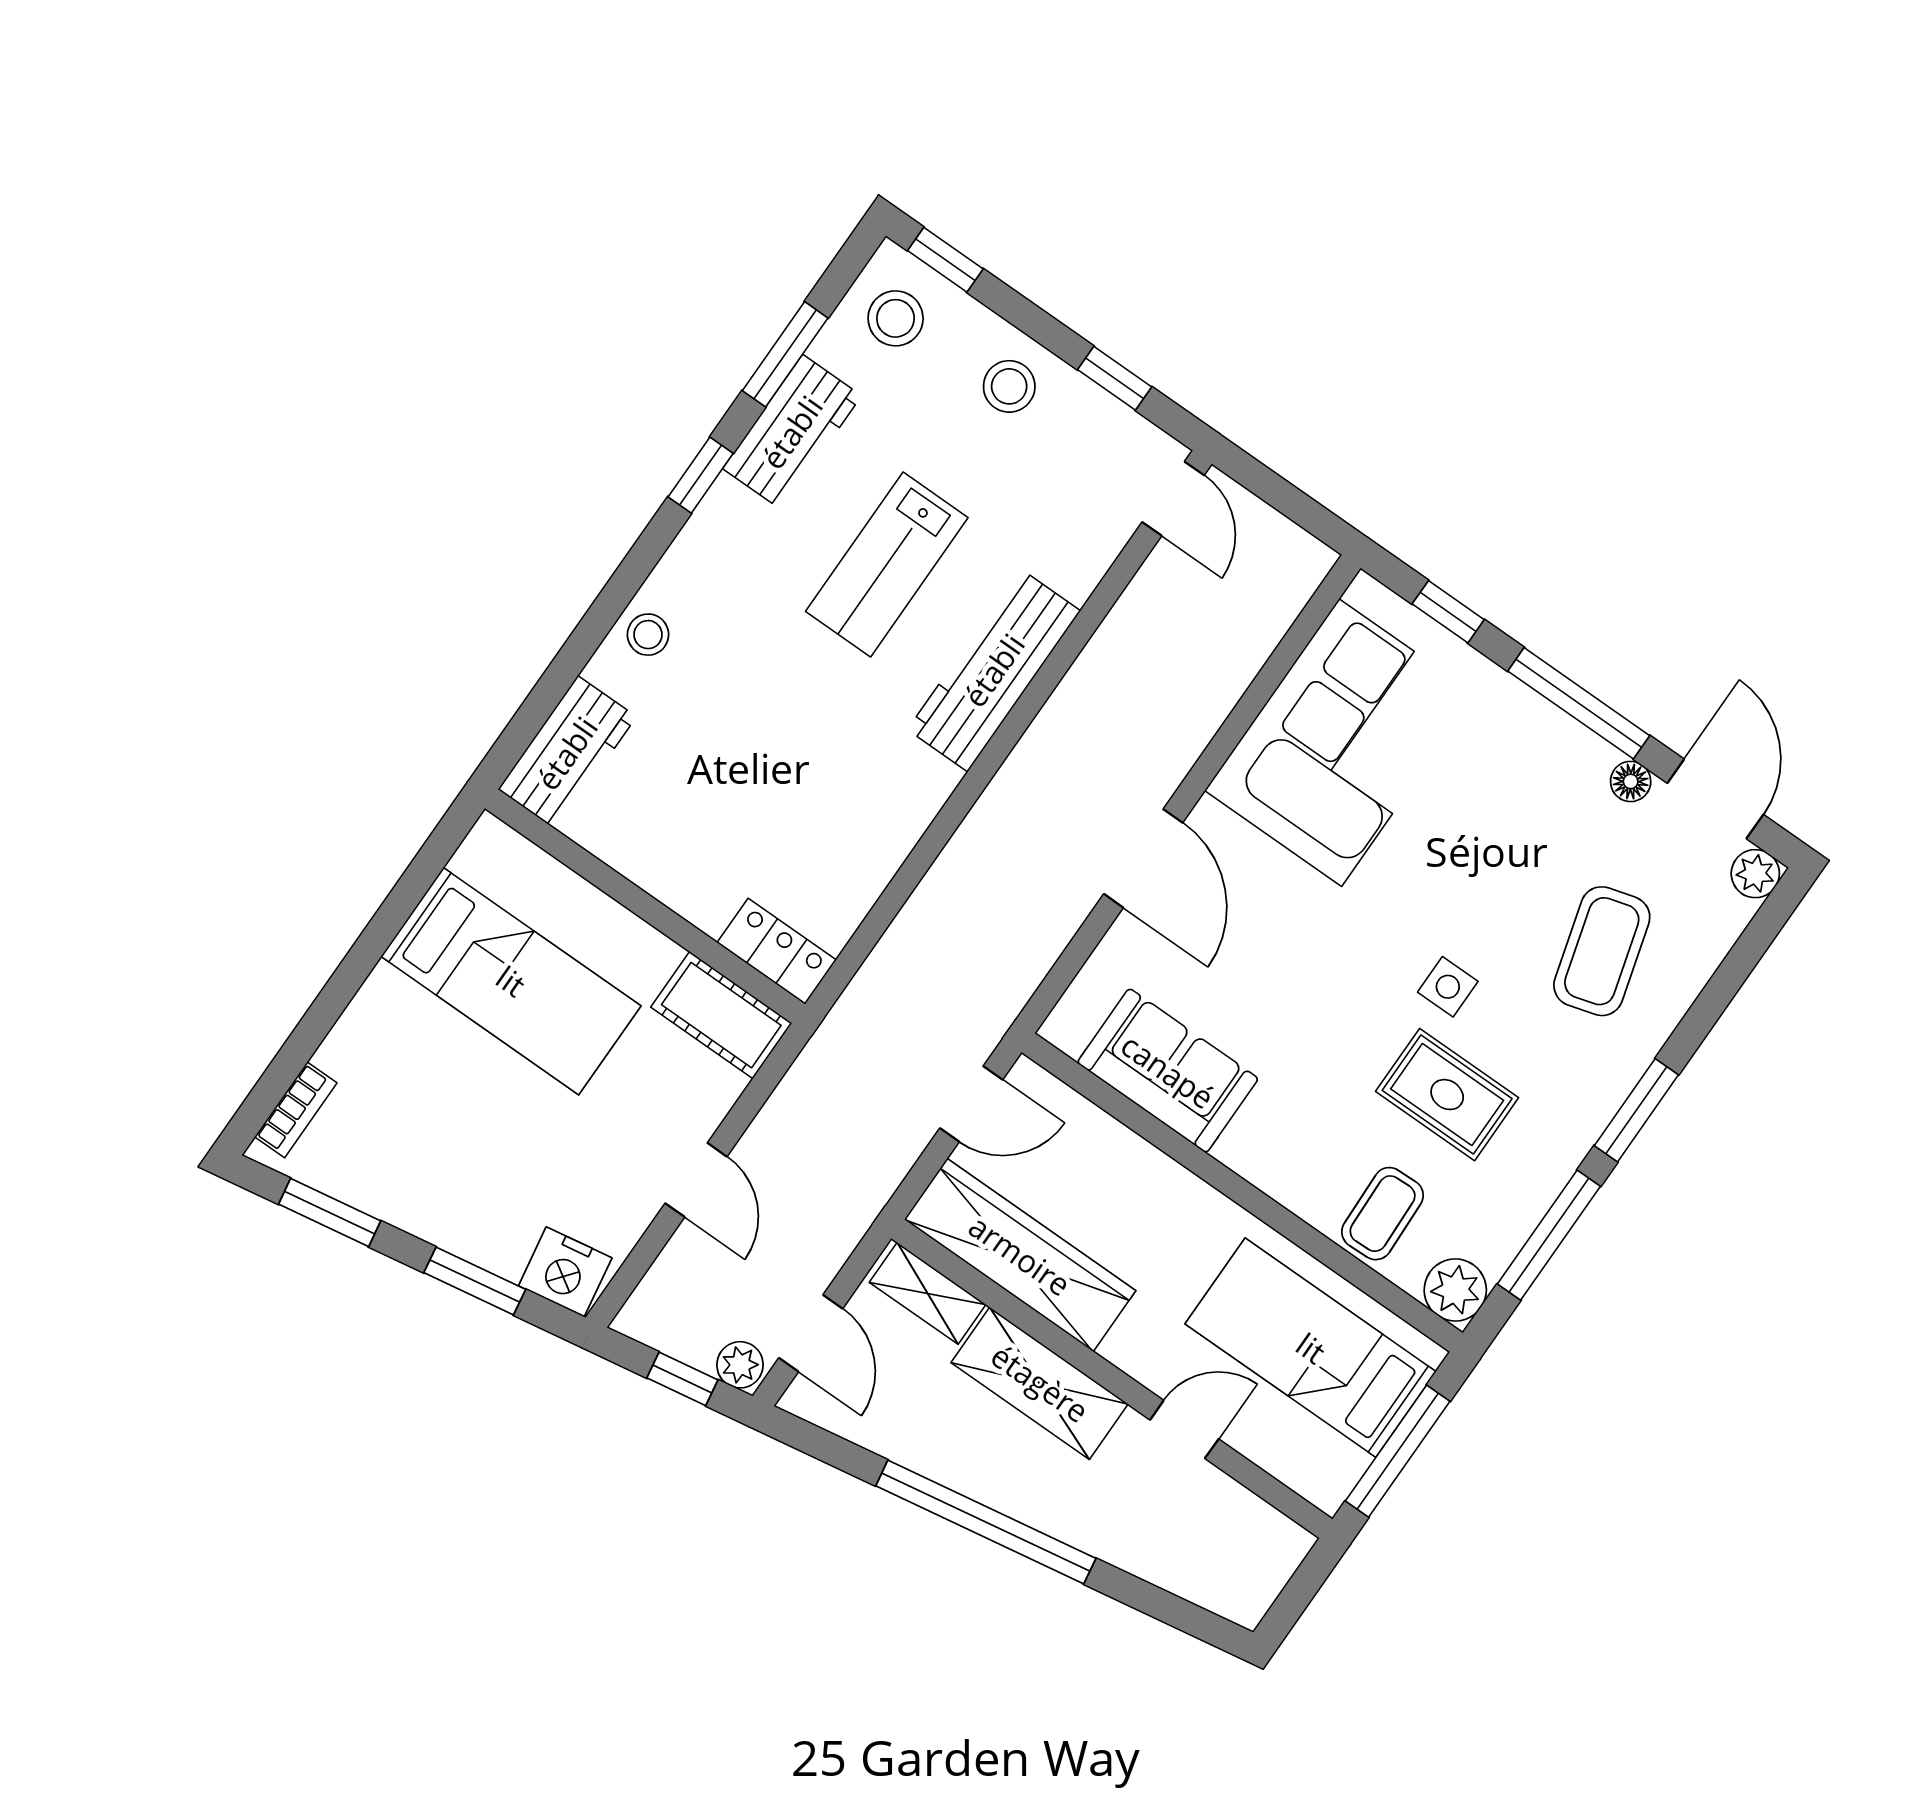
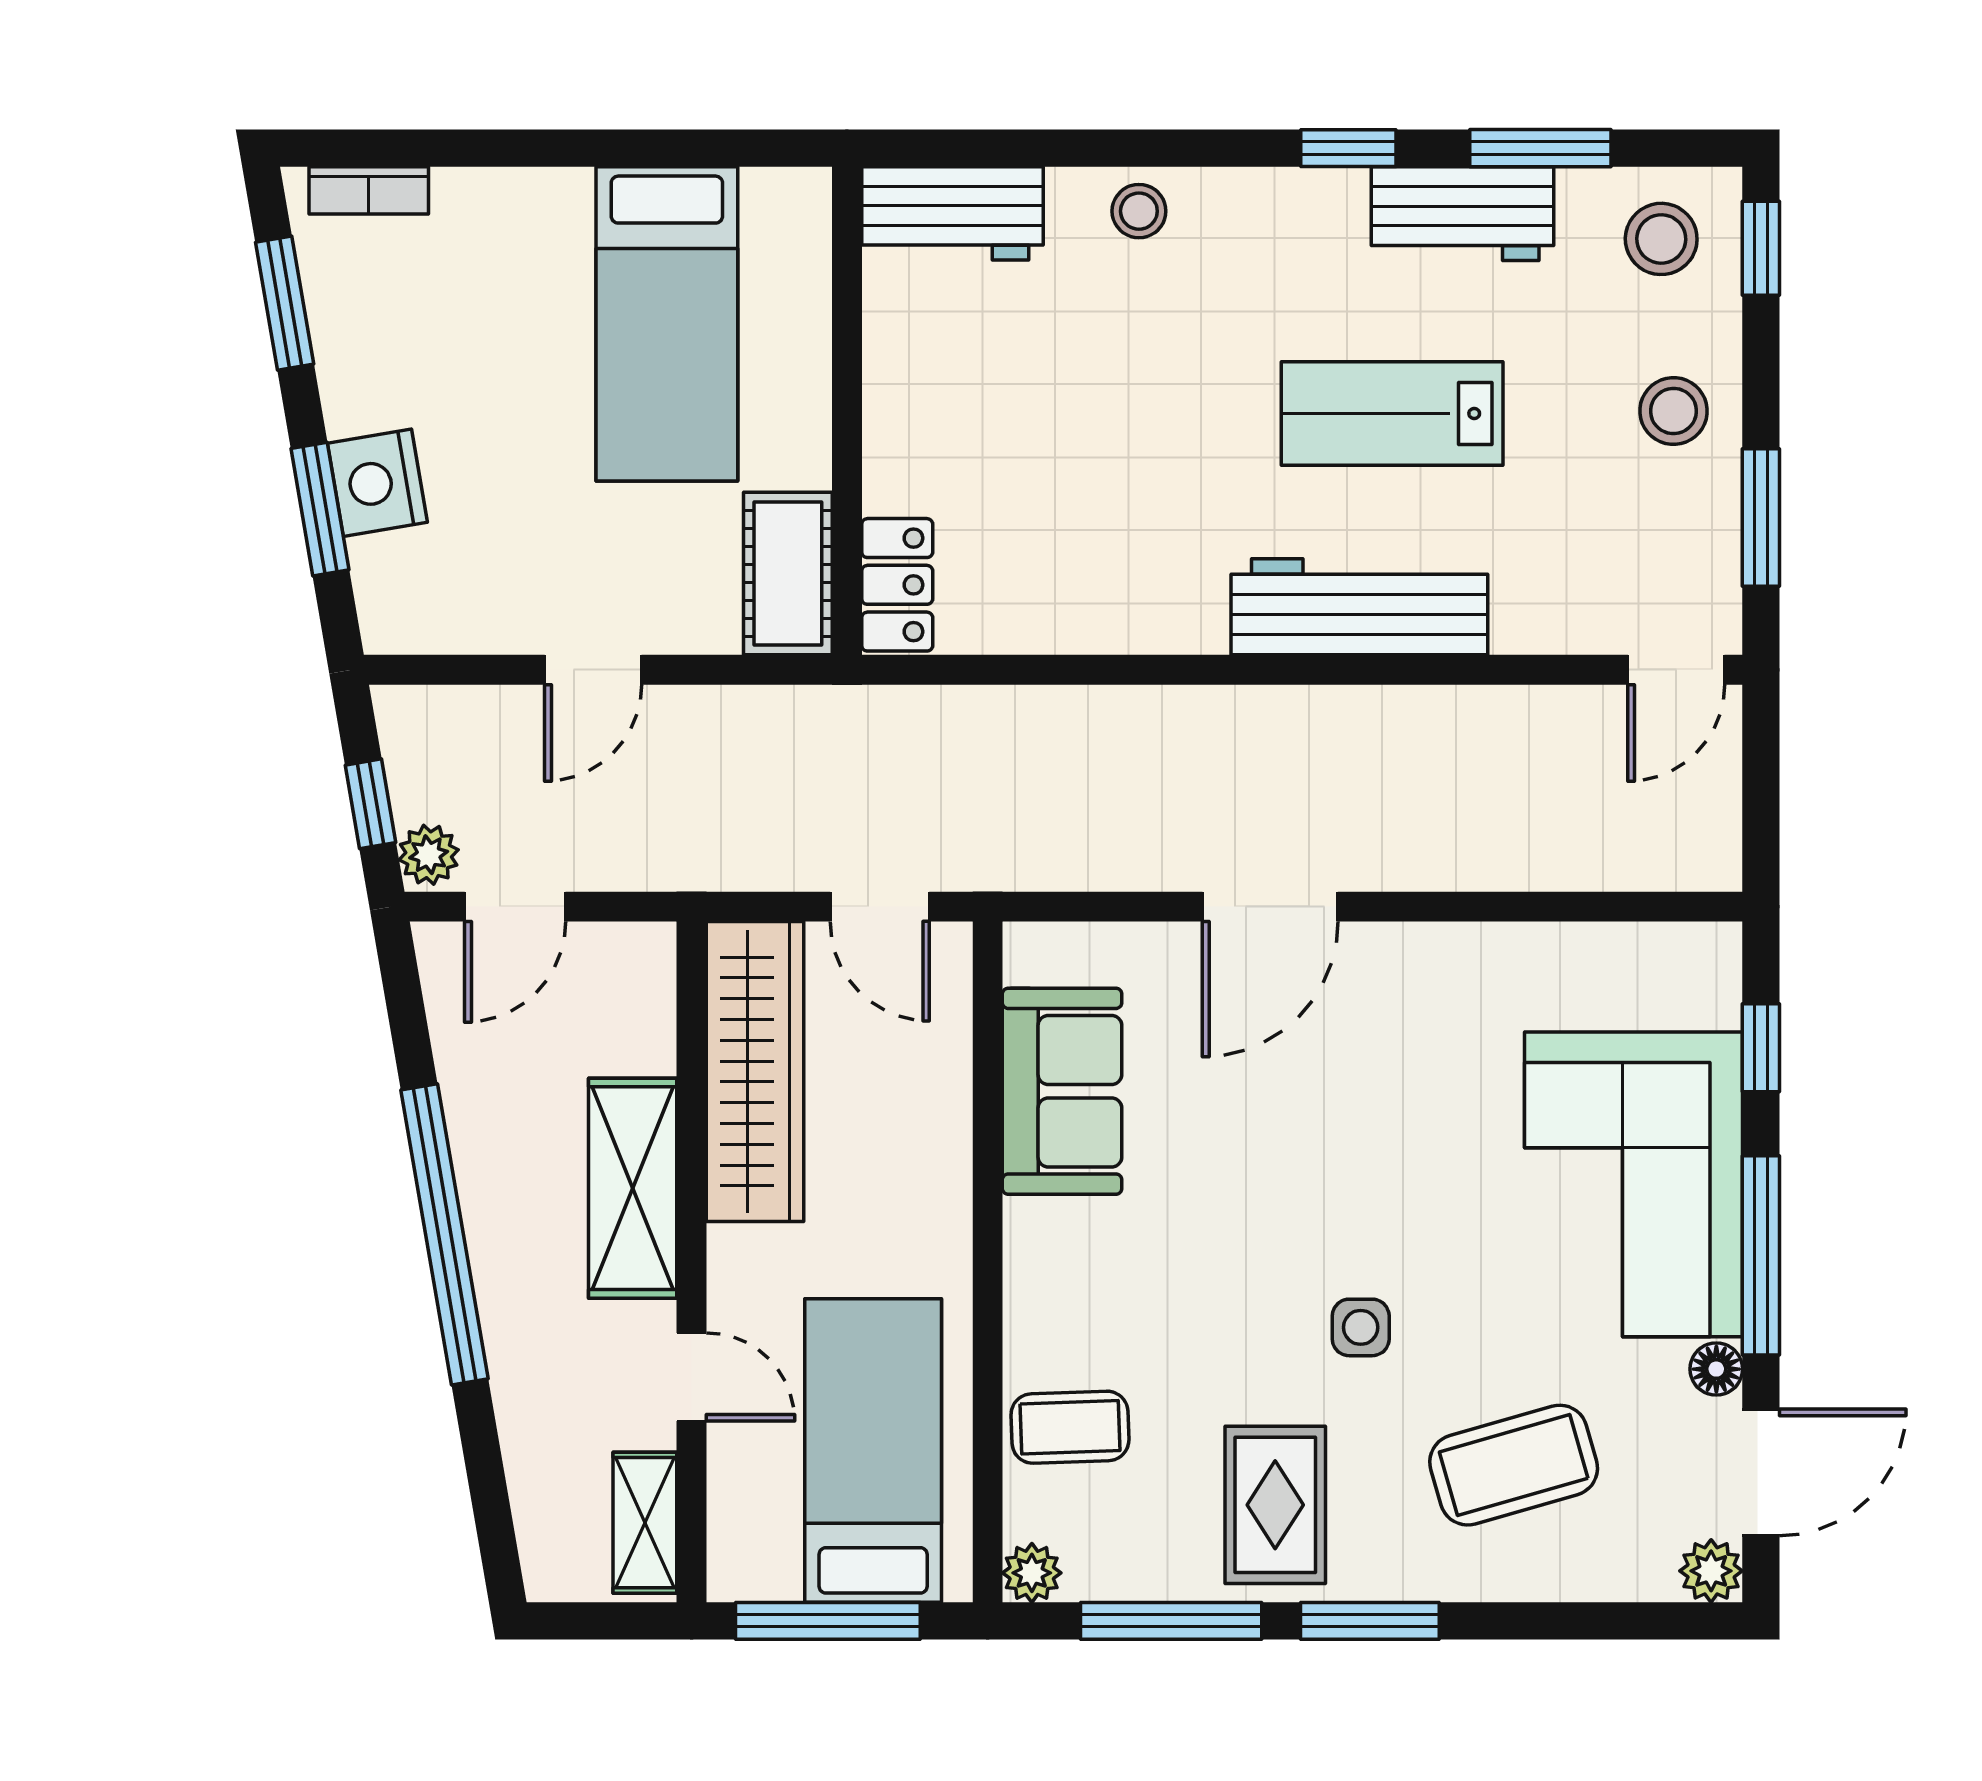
window: (1115, 378) -> (1761, 517), width x1.50
corner sofa: (1340, 743) -> (1634, 1184), moved, turned 90
rug: (1447, 1095) -> (1275, 1505), moved
nightstand: (565, 1272) -> (377, 483), moved
plant: (1455, 1290) -> (1032, 1573), width x0.73, depth x0.73
shelving: (928, 1293) -> (645, 1523), moved

